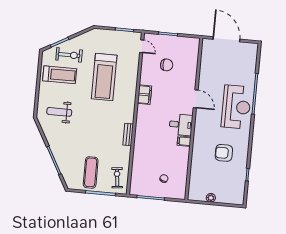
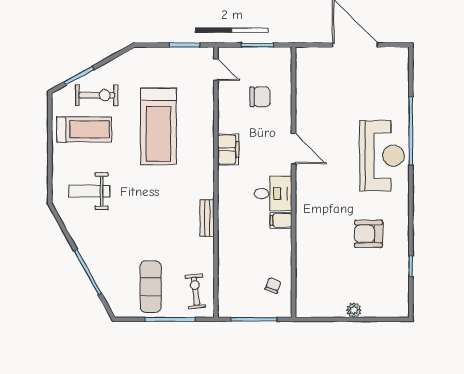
door: (196, 99) -> (294, 149), moved
wall: (194, 119) -> (294, 182), moved
desk: (181, 125) -> (273, 194), moved
filing cabinet: (184, 141) -> (281, 220), moved

